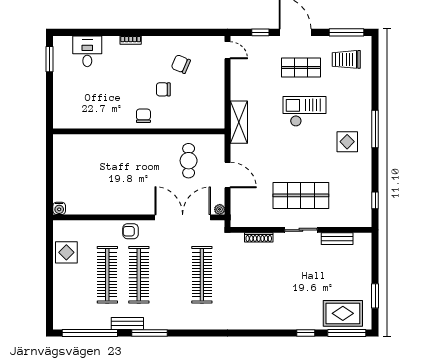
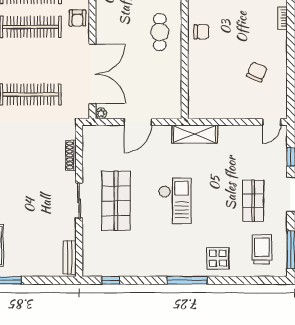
chair: (163, 89) -> (230, 53), removed
checkout: (304, 111) -> (175, 201), moved
display table: (347, 142) -> (218, 258), moved
cafe table: (189, 161) -> (160, 32), moved, turned 90
armchair: (131, 231) -> (78, 18), turned 180
bench: (337, 239) -> (70, 258), moved

